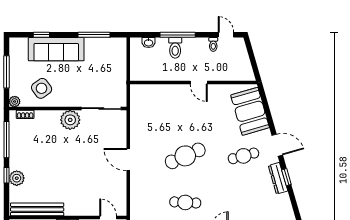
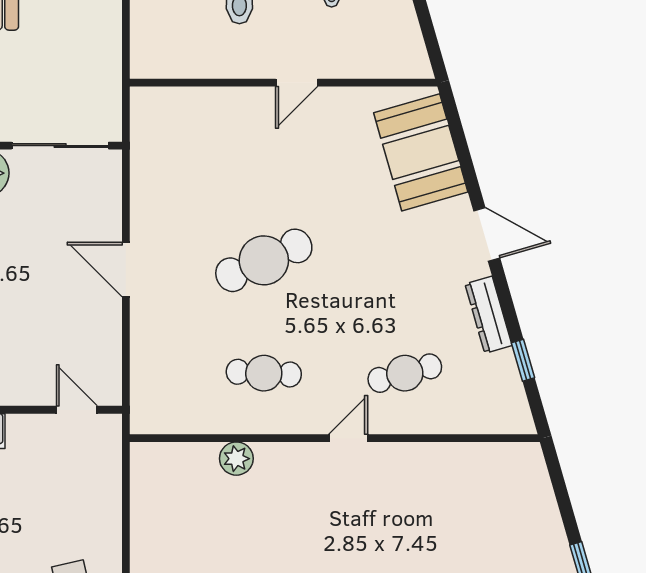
door: (199, 83) -> (297, 83), hinge flipped
cafe table: (243, 156) -> (405, 373), moved
window: (286, 177) -> (523, 360), moved

